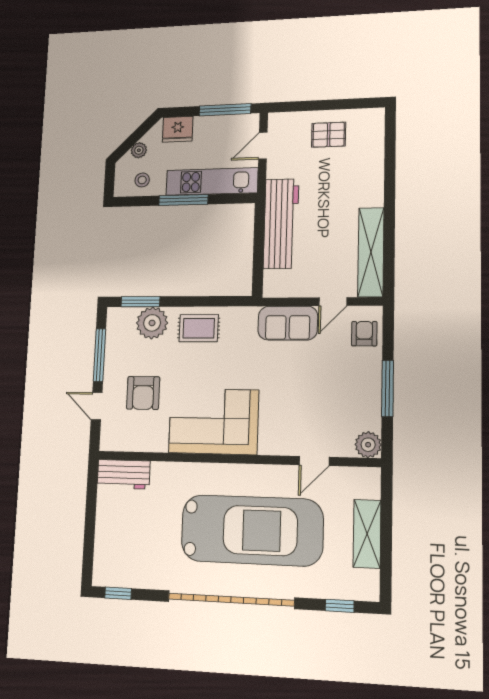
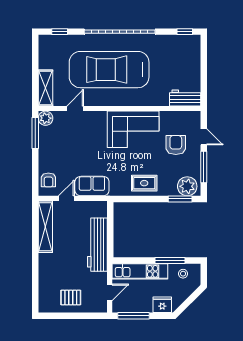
plant: (139, 150) -> (186, 293), removed
window: (183, 200) -> (170, 260), moved
plant: (152, 323) -> (187, 186), moved
window: (388, 388) -> (35, 133), moved
shelving: (367, 534) -> (45, 88), moved

